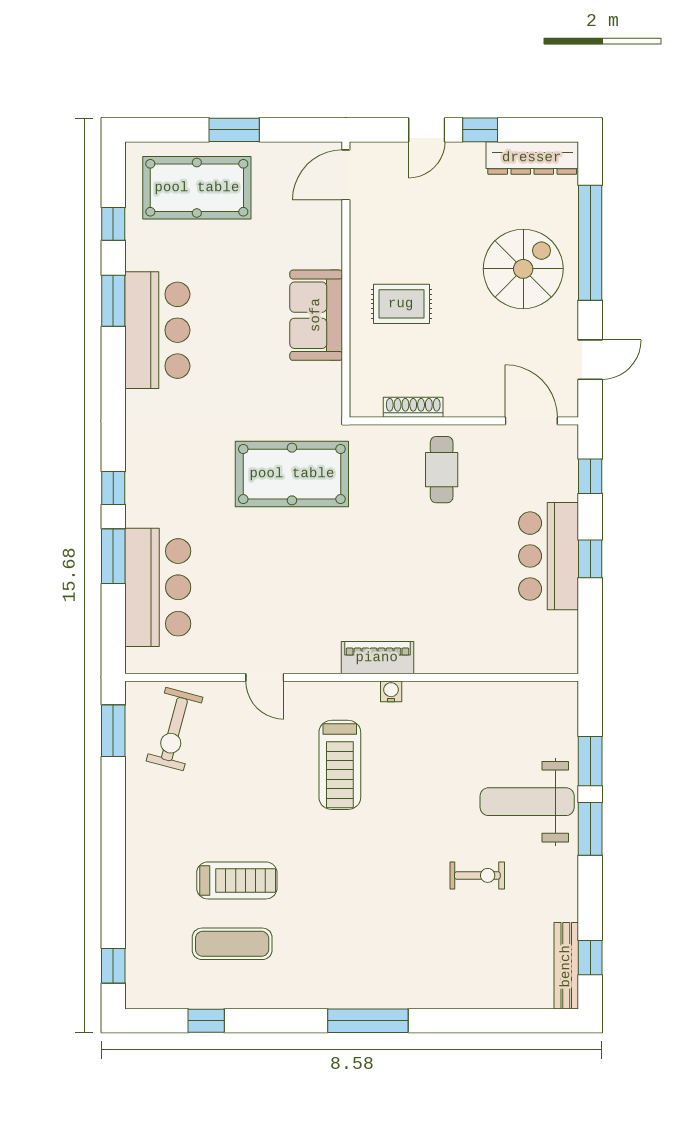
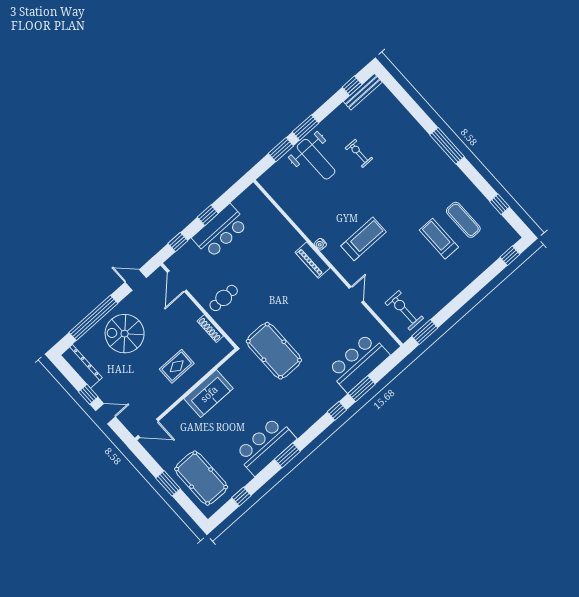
window: (113, 301) -> (287, 455), moved
rug: (401, 304) -> (177, 366), turned 90
exercise bike: (174, 729) -> (404, 310), turned -105

